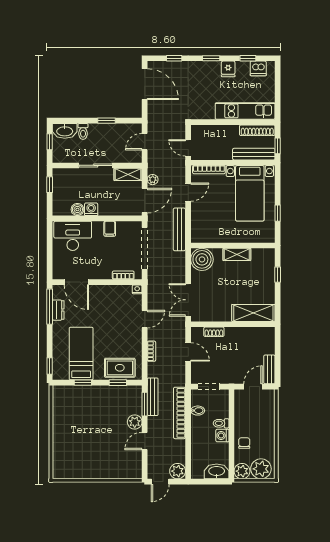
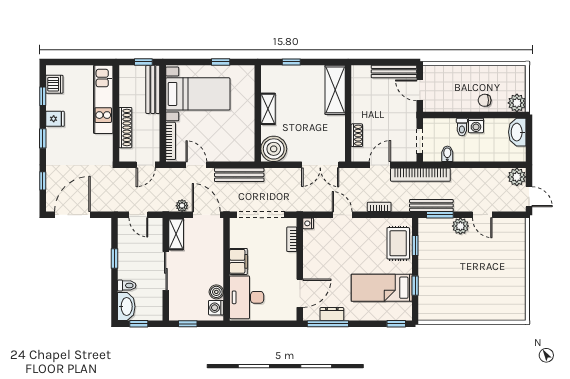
shoe rack: (257, 130) -> (125, 128), moved
washing machine: (91, 209) -> (216, 308), moved
filing cabinet: (110, 229) -> (238, 261), width x2.00
bench: (269, 369) -> (394, 71), width x1.36
bookcase: (179, 413) -> (420, 175), moved
plant: (261, 469) -> (514, 81), removed

